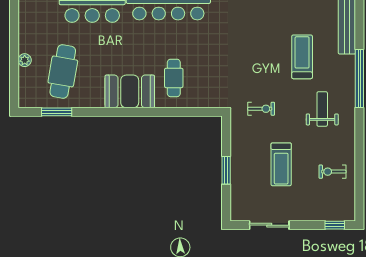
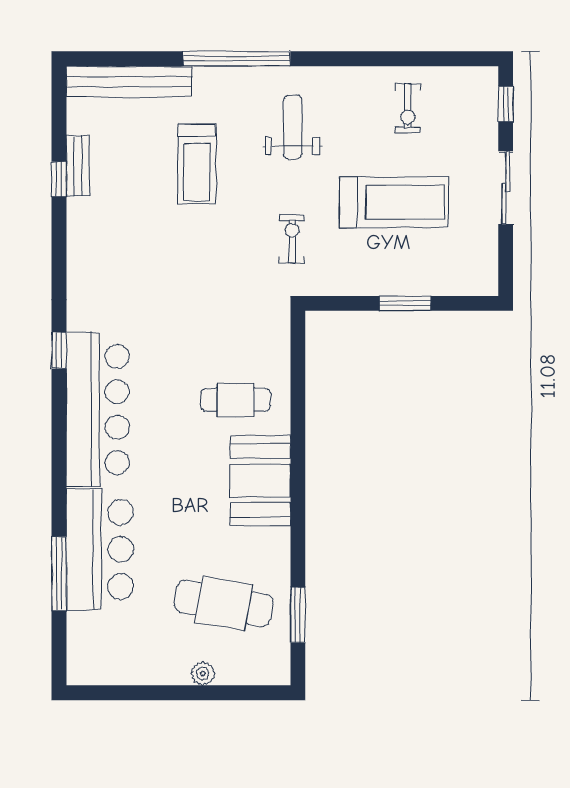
treadmill: (302, 57) -> (197, 164), turned -90
weight bench: (322, 109) -> (293, 127), turned 90
treadmill: (281, 164) -> (394, 202), width x1.37, depth x1.38
sliding door: (269, 225) -> (506, 188), moved

